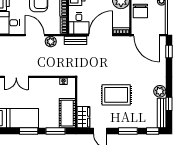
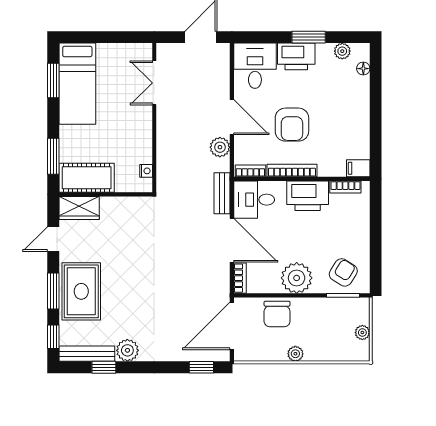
chair: (140, 11) -> (277, 314), turned -90
door: (35, 35) -> (232, 117), hinge flipped
rug: (116, 95) -> (81, 291), moved
window: (29, 131) -> (53, 81), moved

